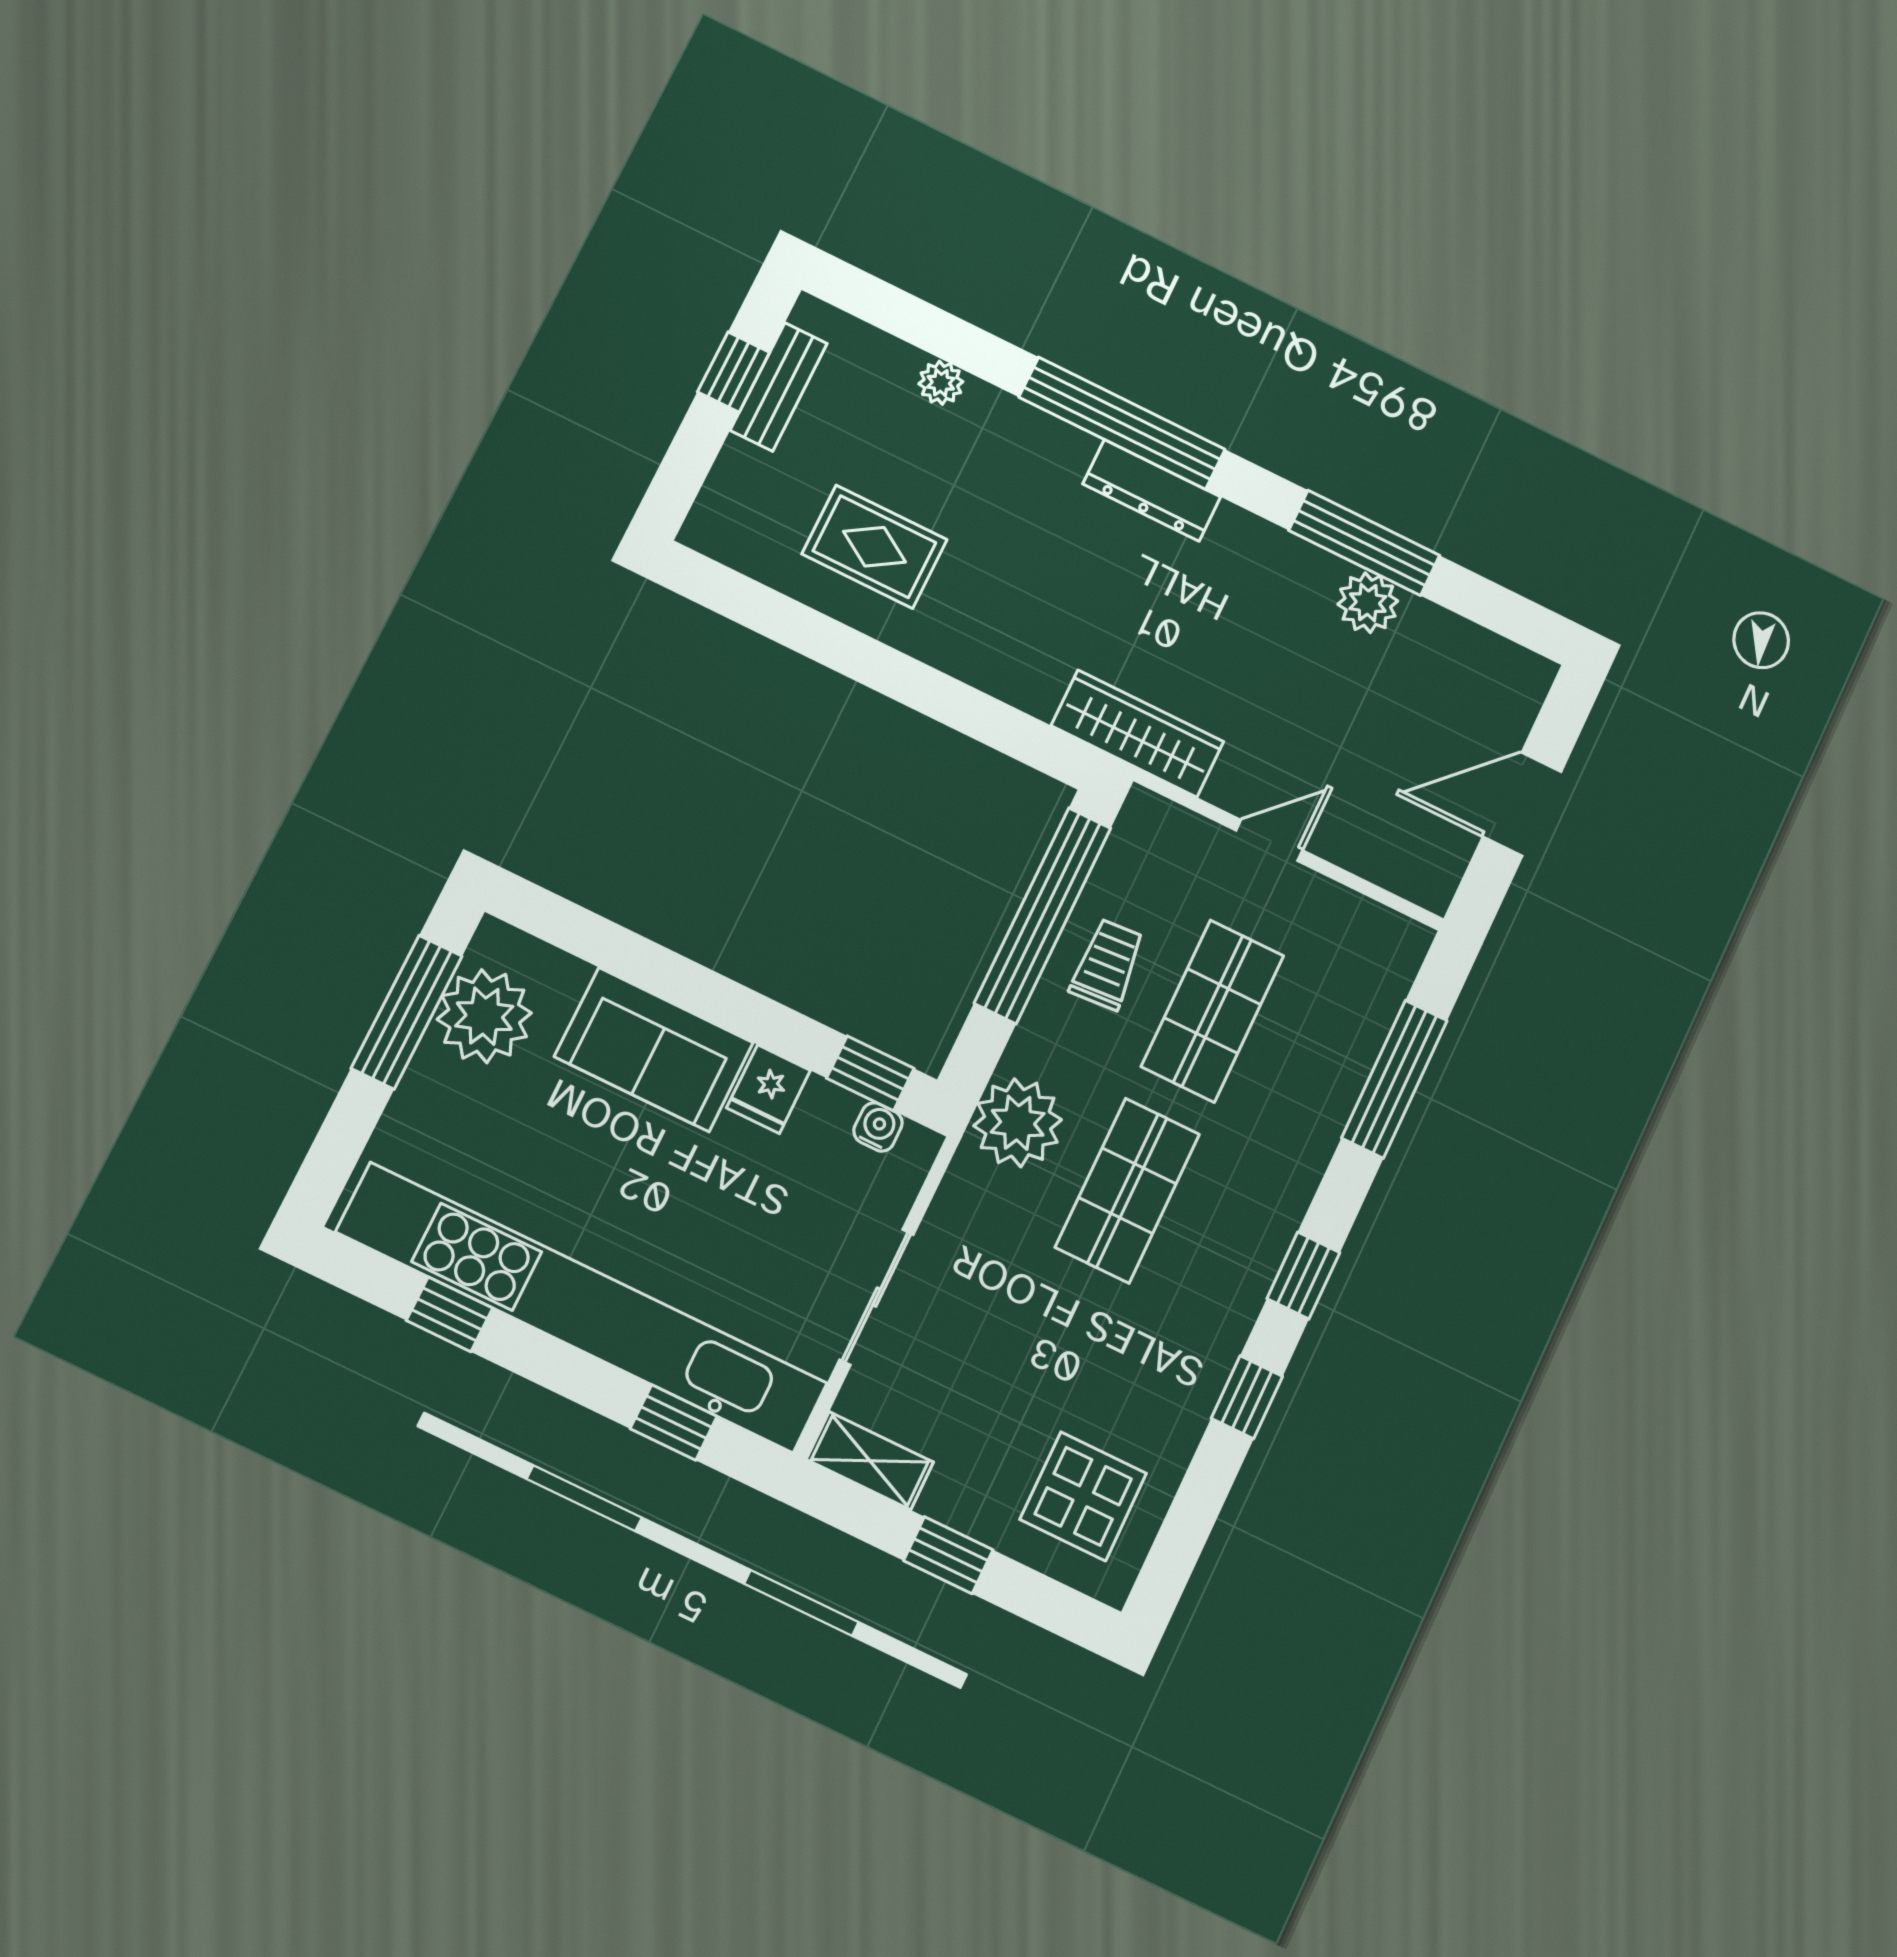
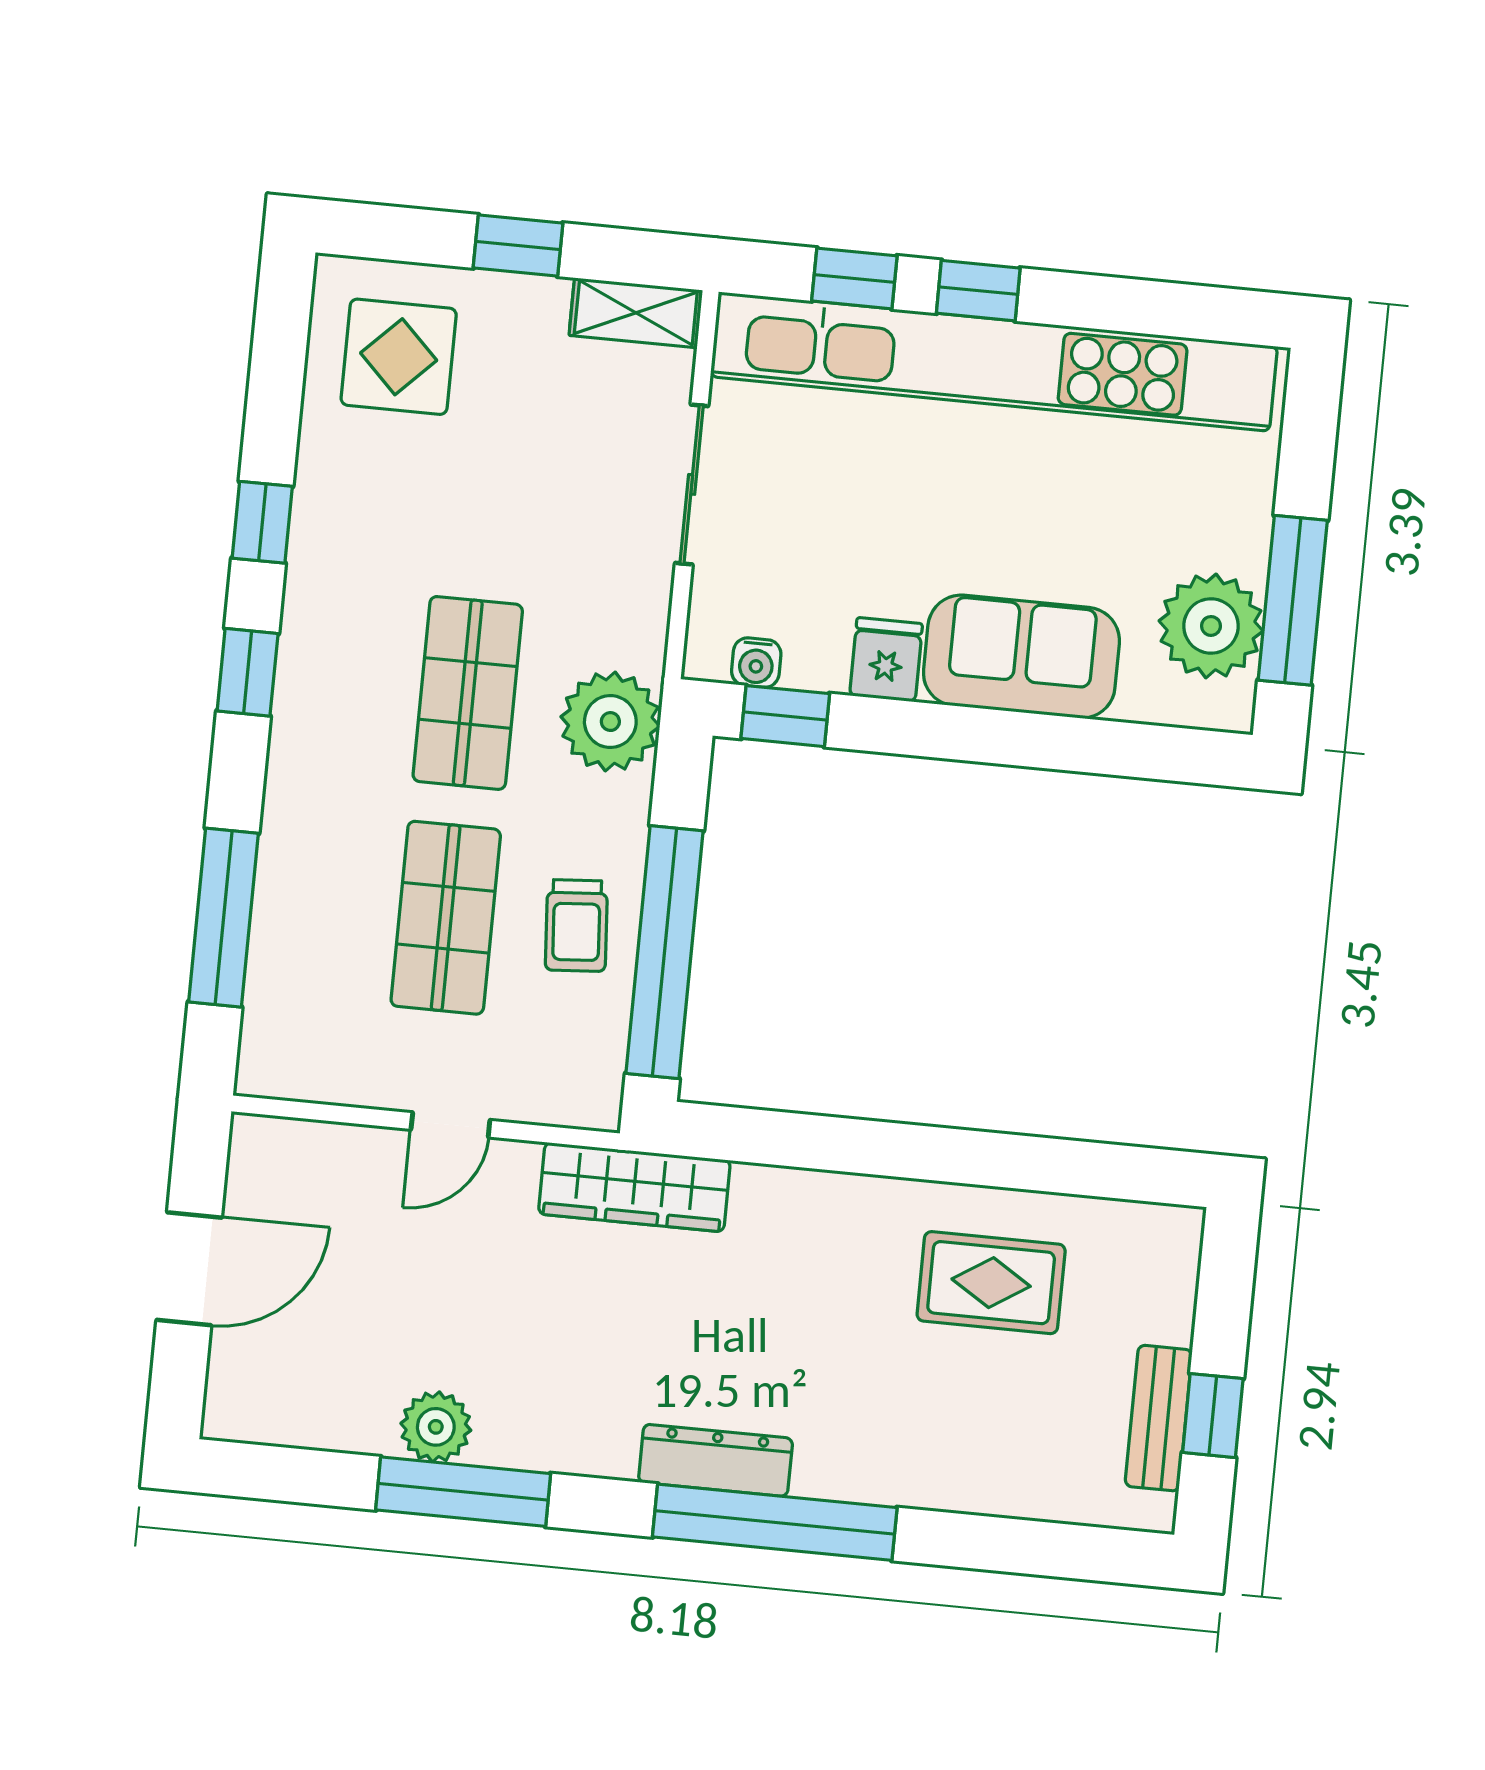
plant: (941, 383) -> (987, 1491), removed
window: (450, 1314) -> (978, 291), moved

